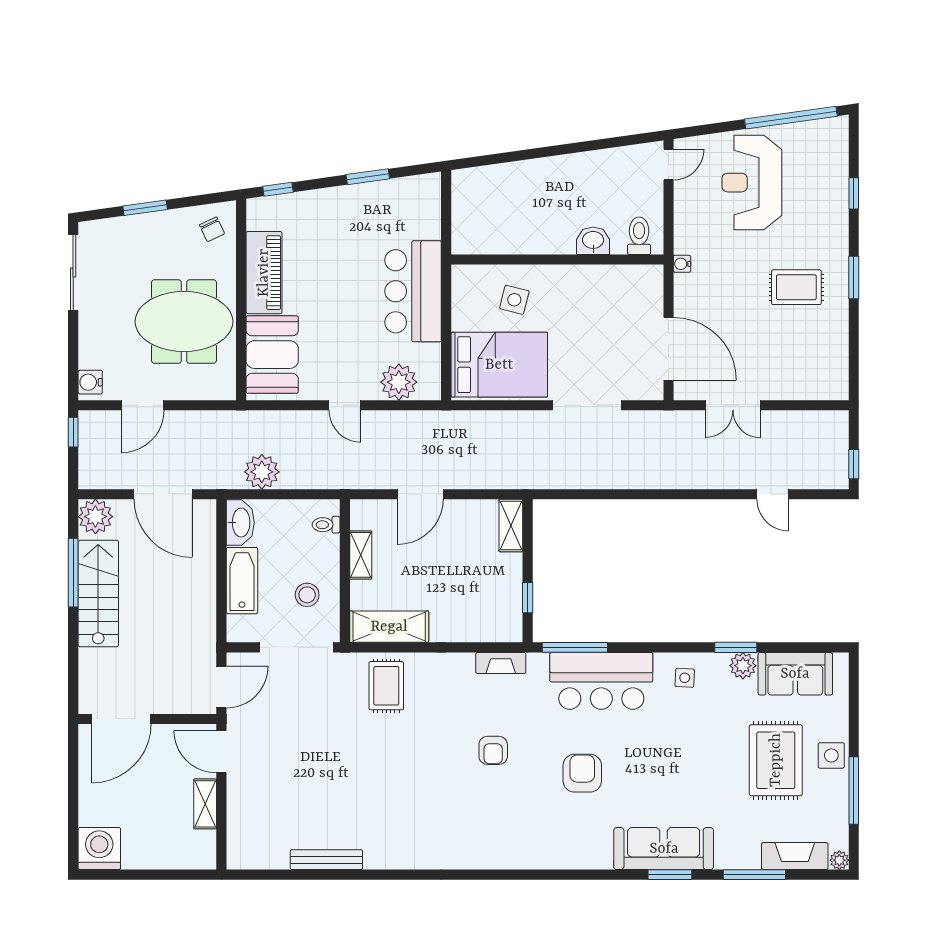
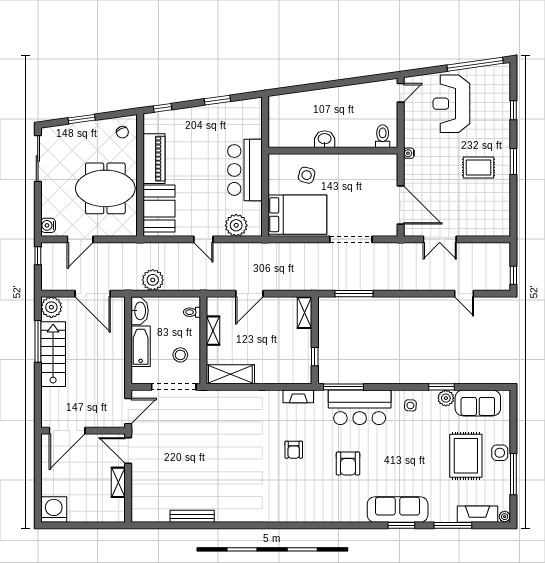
washbasin: (593, 241) -> (325, 139), moved
window: (592, 494) -> (354, 294), added
rug: (386, 686) -> (229, 410), removed
armchair: (582, 773) -> (348, 464), turned 180

